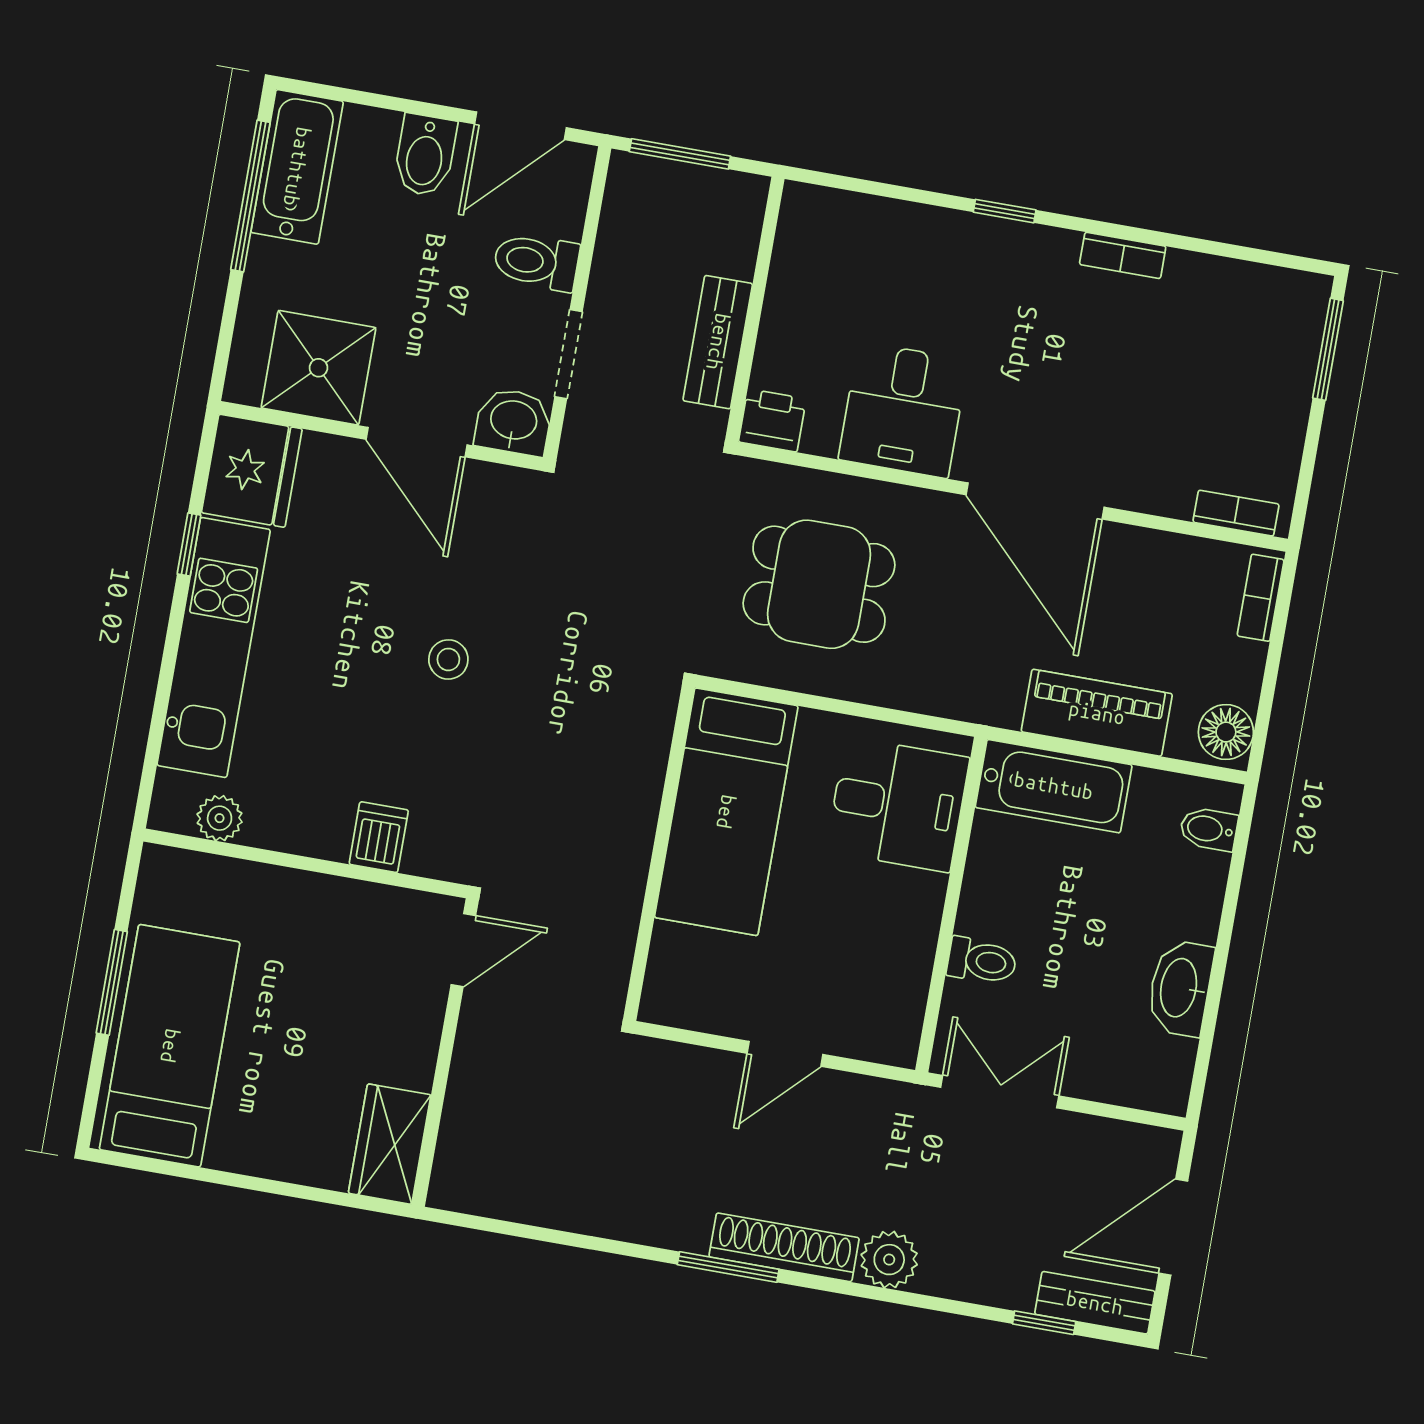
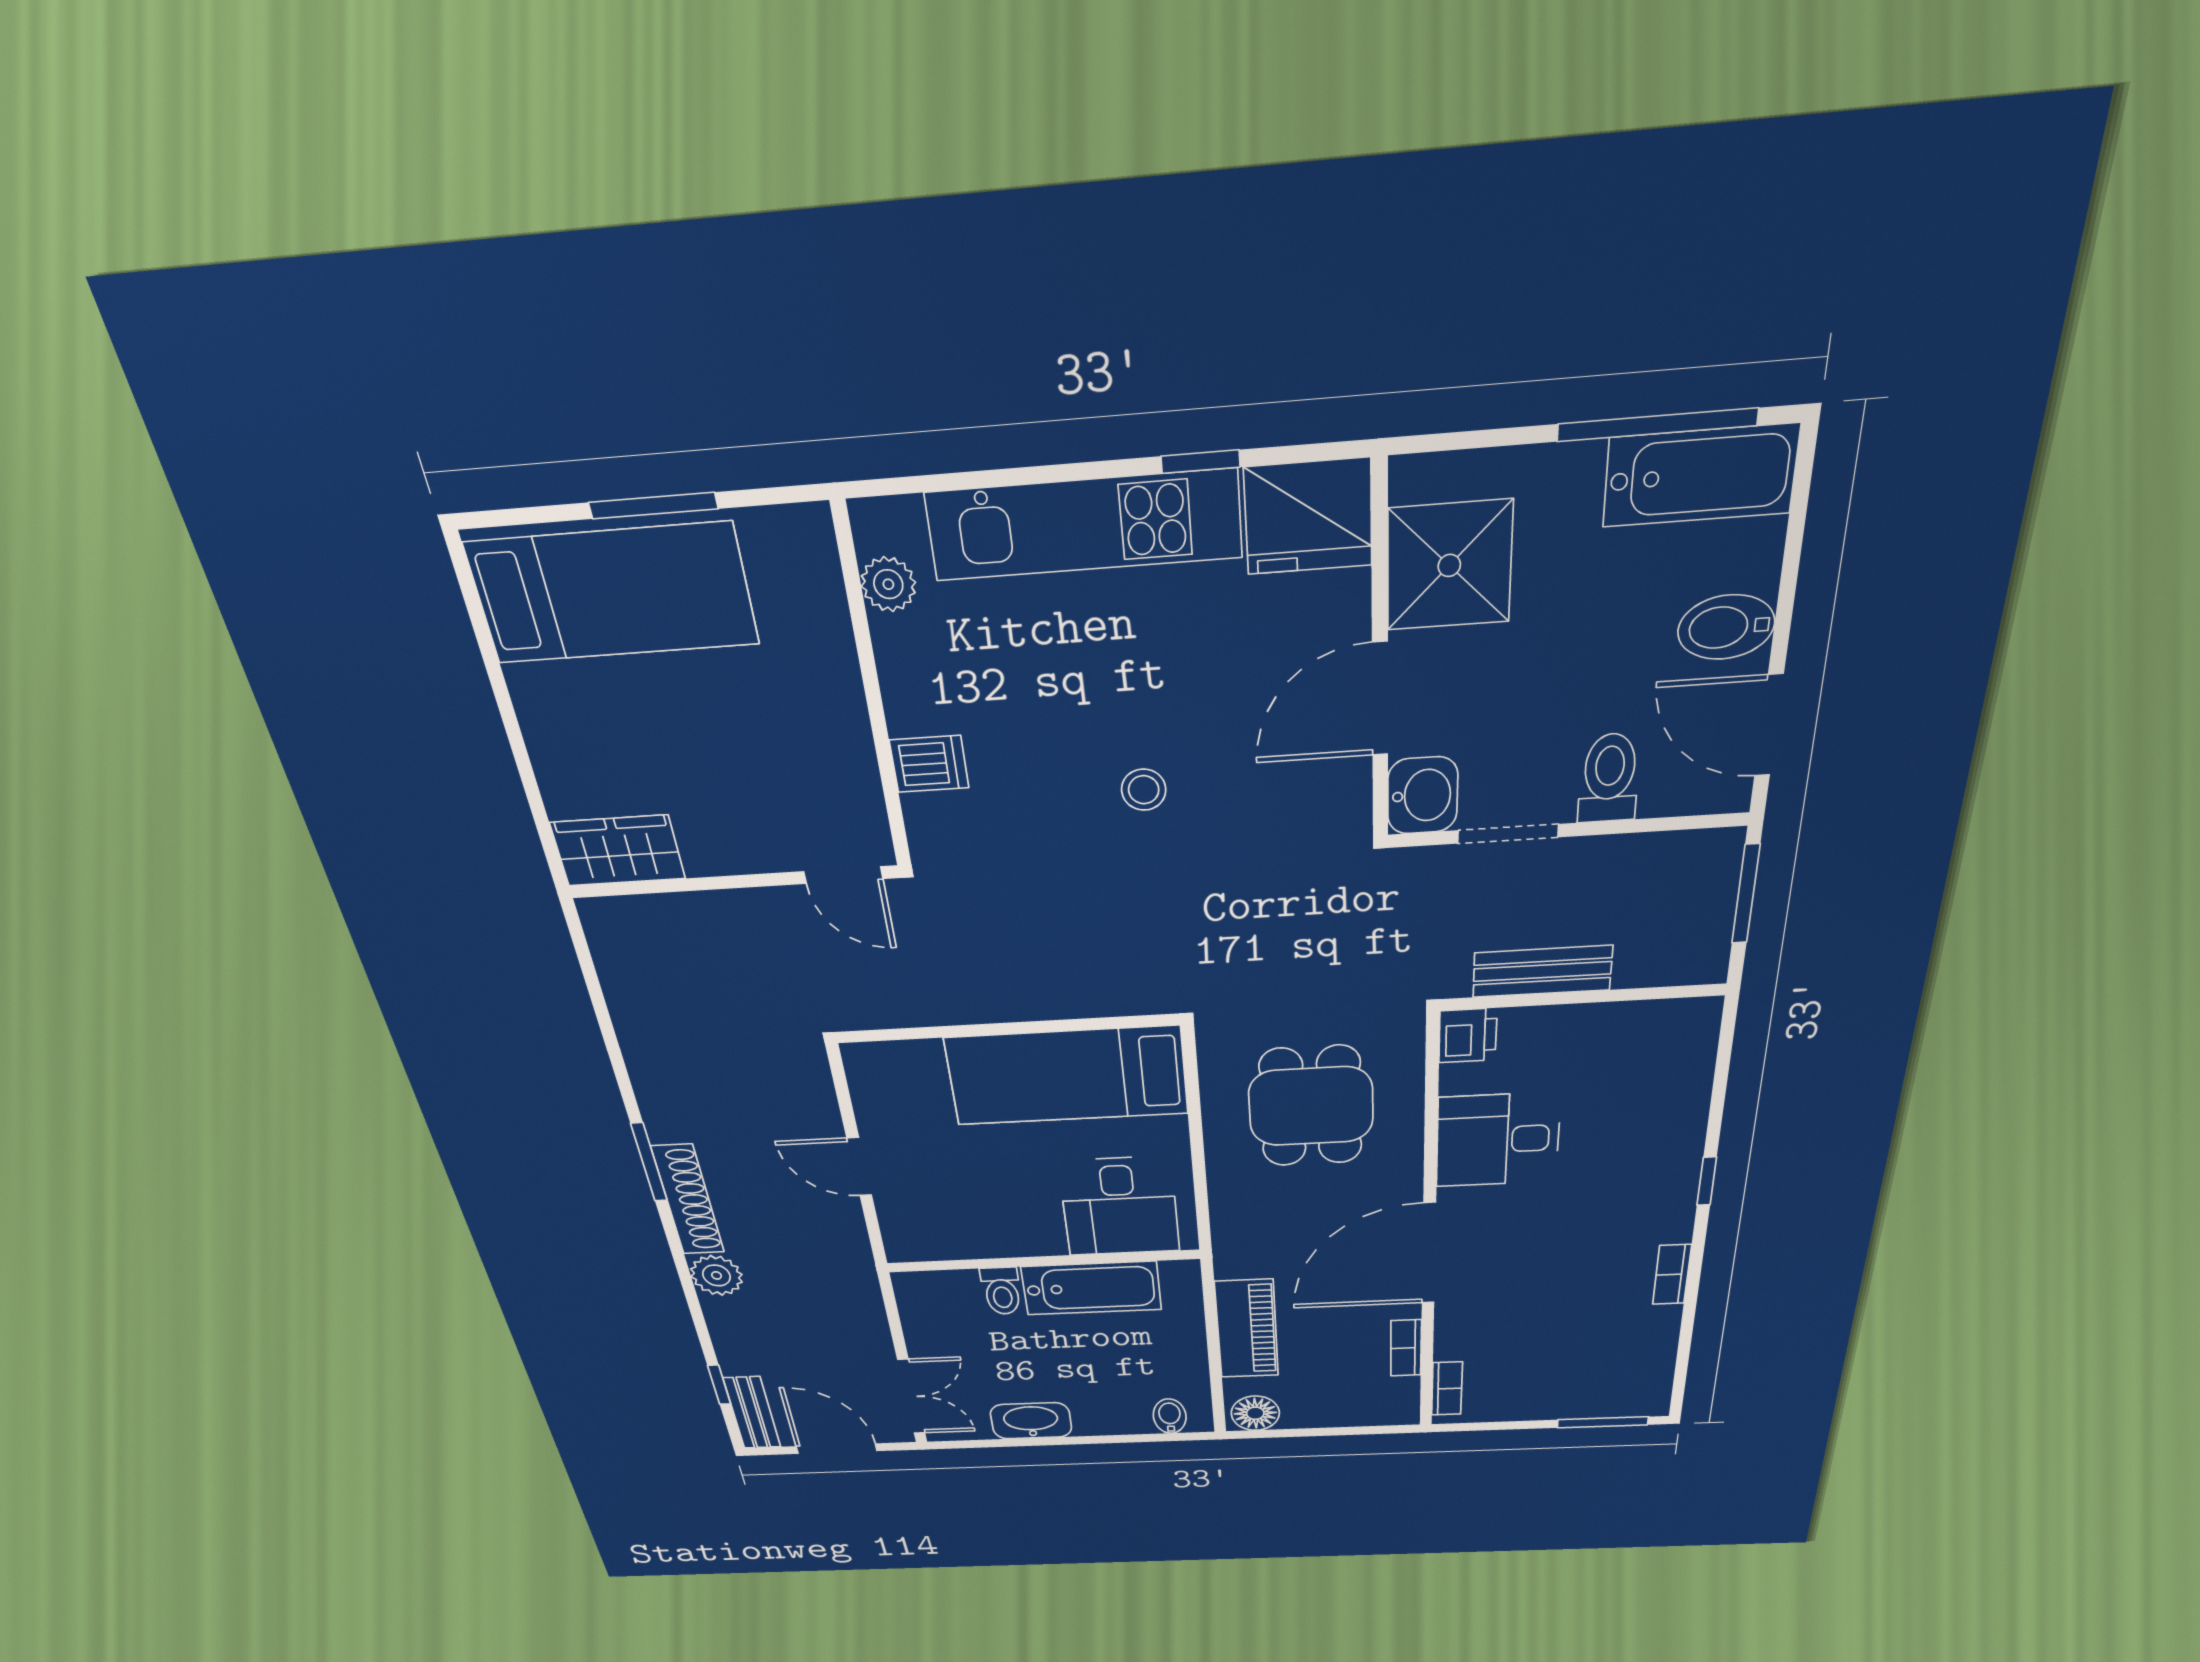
bookcase: (1261, 598) -> (1406, 1348), moved, turned -90
bathtub: (1054, 786) -> (1091, 1288), moved, turned -90
double door: (1000, 1092) -> (911, 1397), moved

